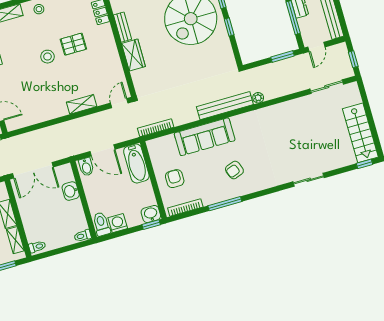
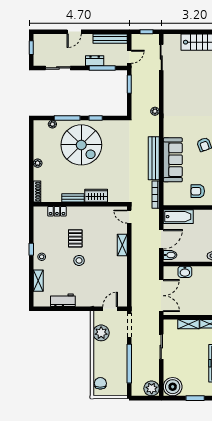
door: (316, 47) -> (129, 57), hinge flipped
bench: (225, 106) -> (154, 158), moved

